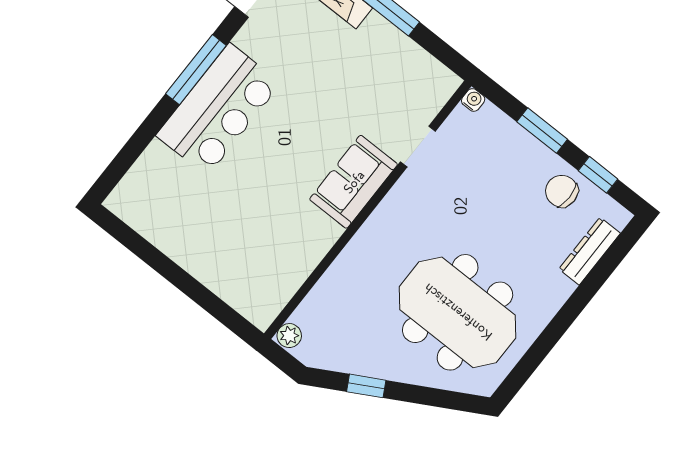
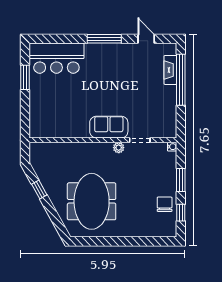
bar counter: (218, 109) -> (56, 58), moved
dresser: (590, 251) -> (151, 231), removed
window: (154, 258) -> (25, 77), added
plant: (289, 336) -> (119, 148), moved

